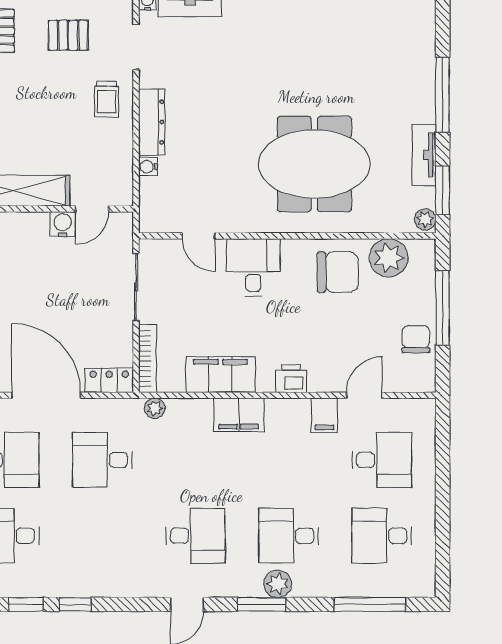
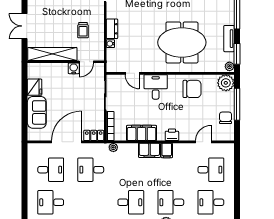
trolley: (107, 99) -> (83, 30), moved
dresser: (152, 122) -> (112, 29), width x0.70
plant: (389, 258) -> (226, 83), moved
door: (46, 395) -> (67, 142), hinge flipped
filing cabinet: (325, 415) -> (167, 150), moved

